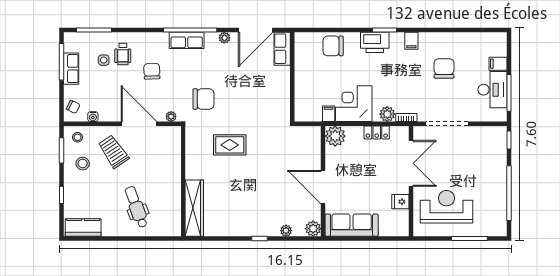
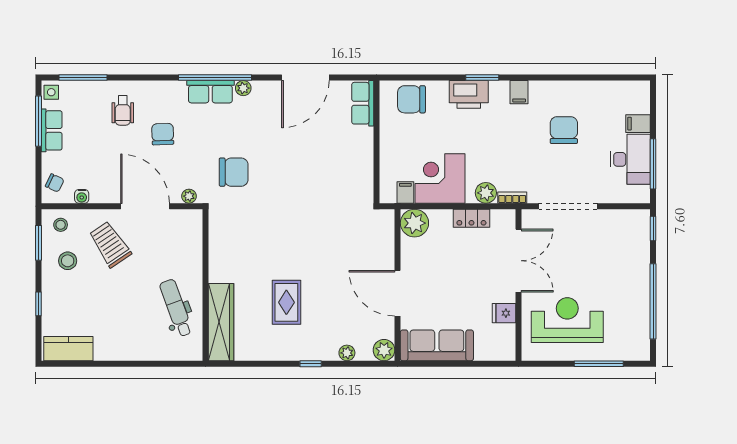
plant: (224, 38) -> (243, 88), moved
row of seats: (282, 49) -> (363, 103), moved
side table: (104, 60) -> (51, 92), moved
wall: (292, 77) -> (376, 142), moved
rug: (230, 145) -> (286, 302), moved, turned 90
dental chair: (136, 207) -> (176, 308), moved

